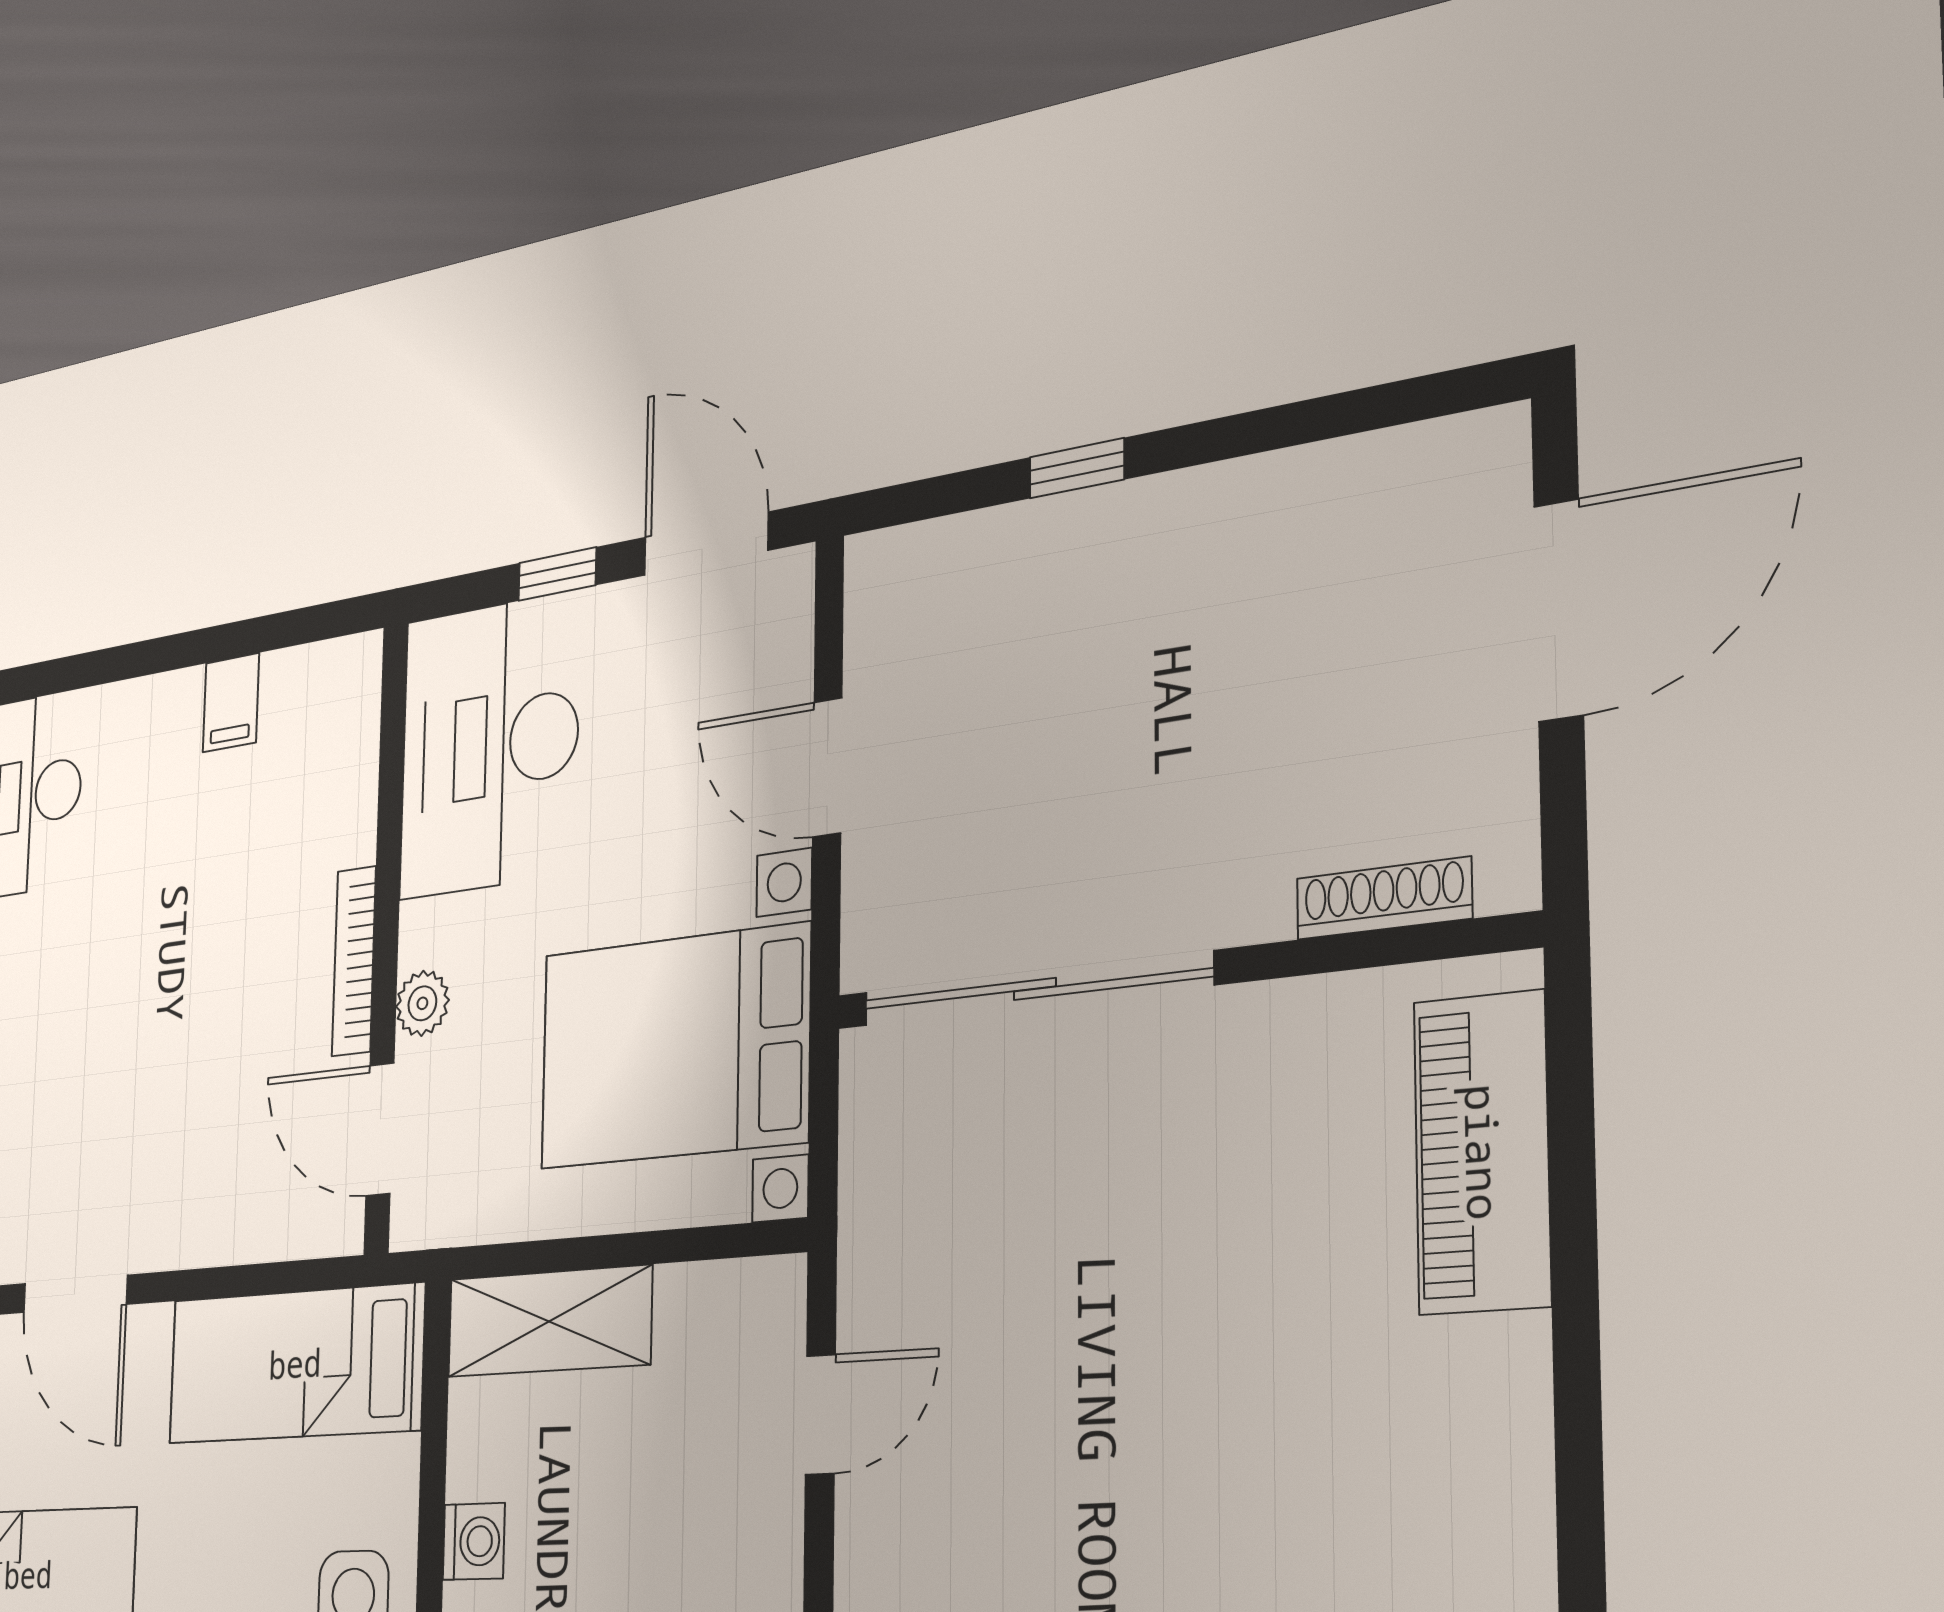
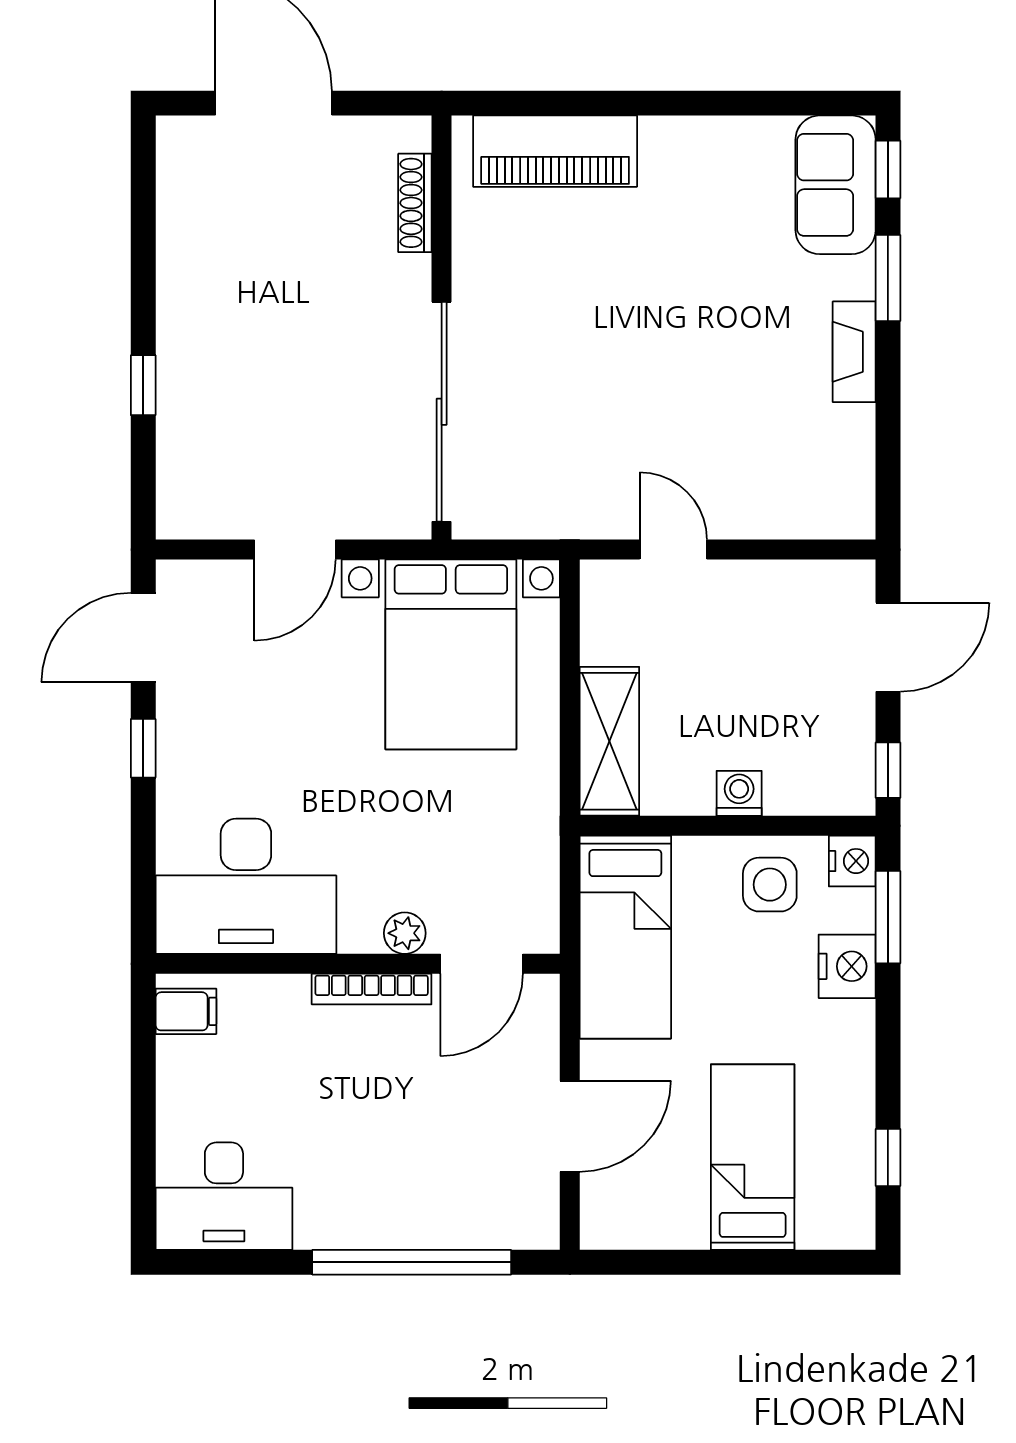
desk: (489, 746) -> (246, 886), moved
wall: (386, 935) -> (358, 964), moved
bookcase: (354, 961) -> (372, 989), moved
plant: (422, 1003) -> (405, 933), moved
door: (380, 1129) -> (482, 964), moved

